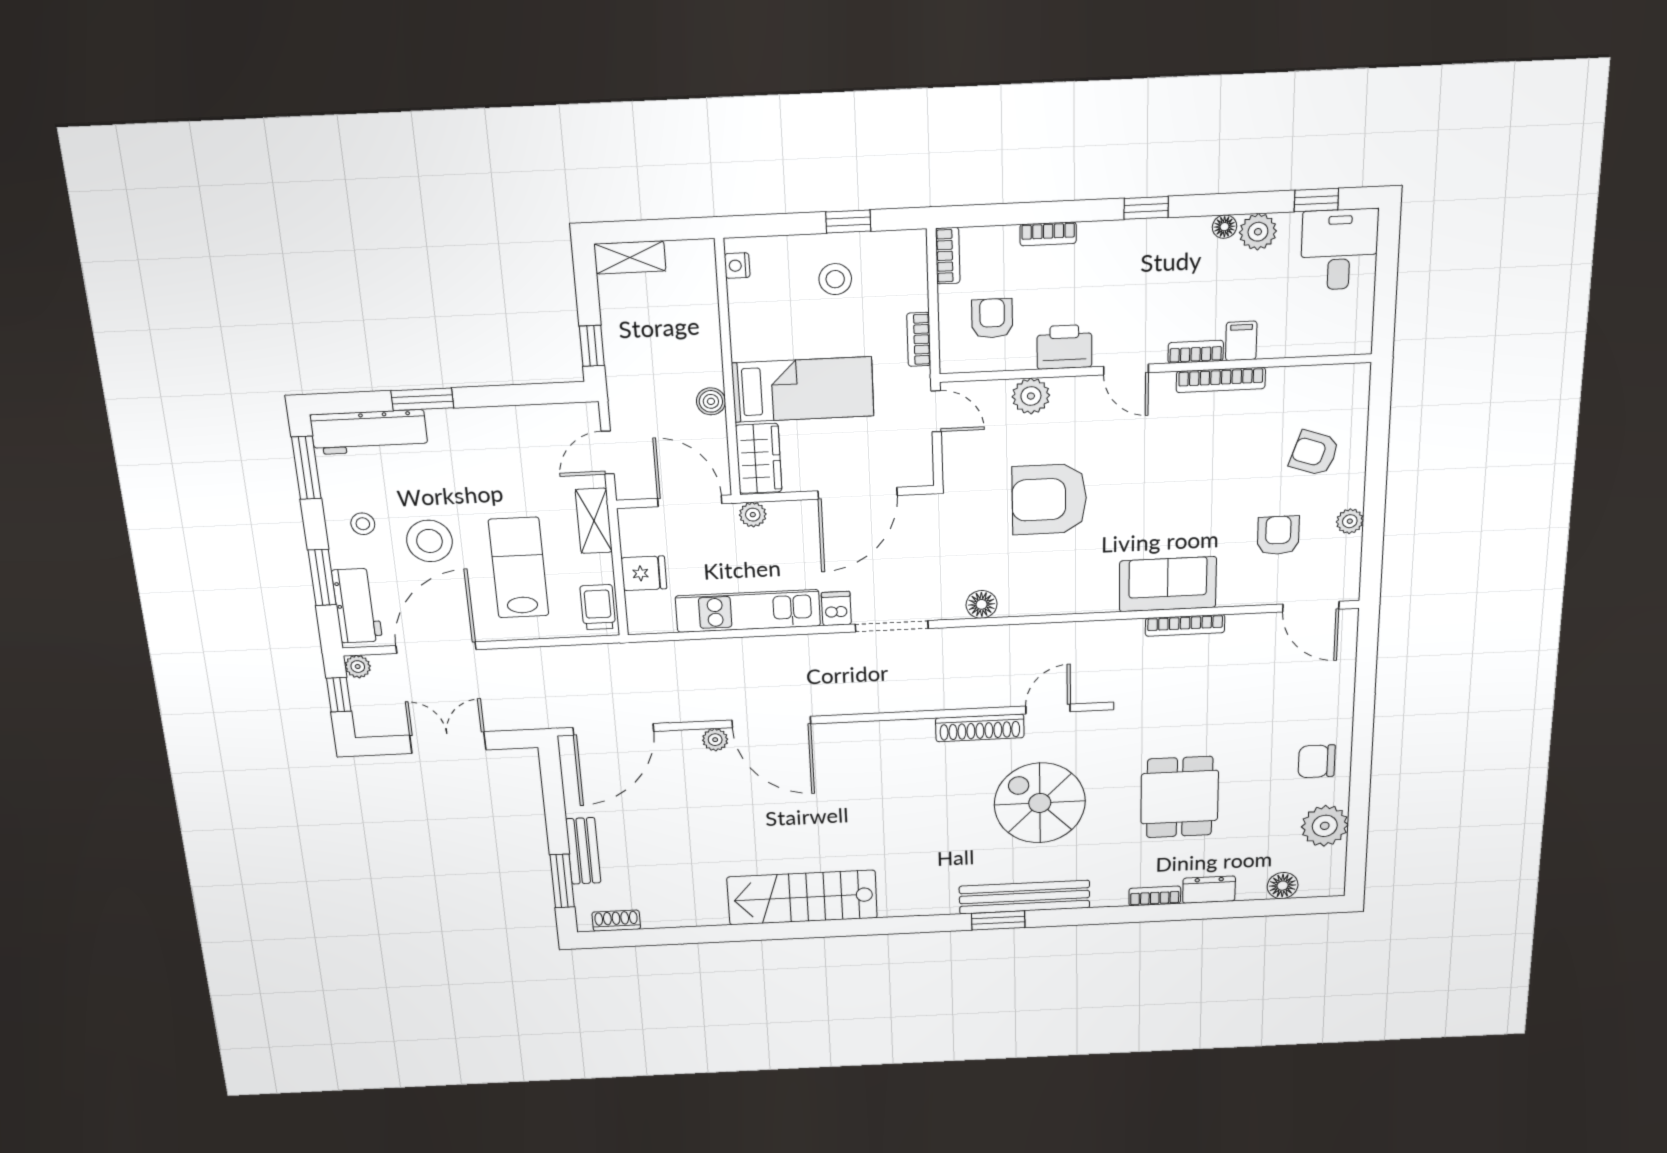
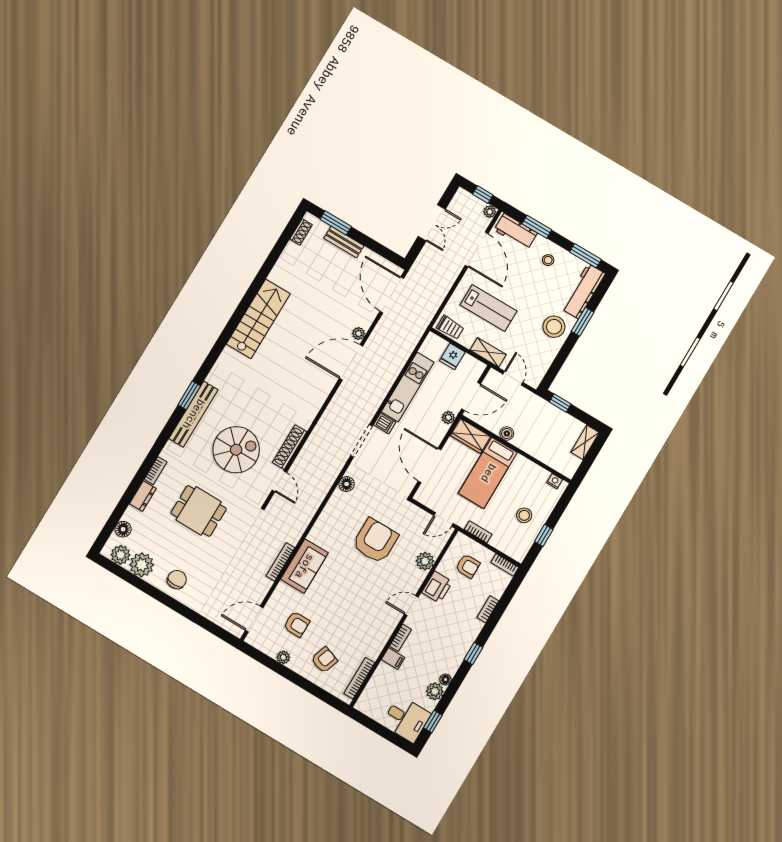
bookcase: (1221, 380) -> (359, 678), moved
stool: (429, 541) -> (554, 327), moved
plant: (1328, 865) -> (121, 555), added

